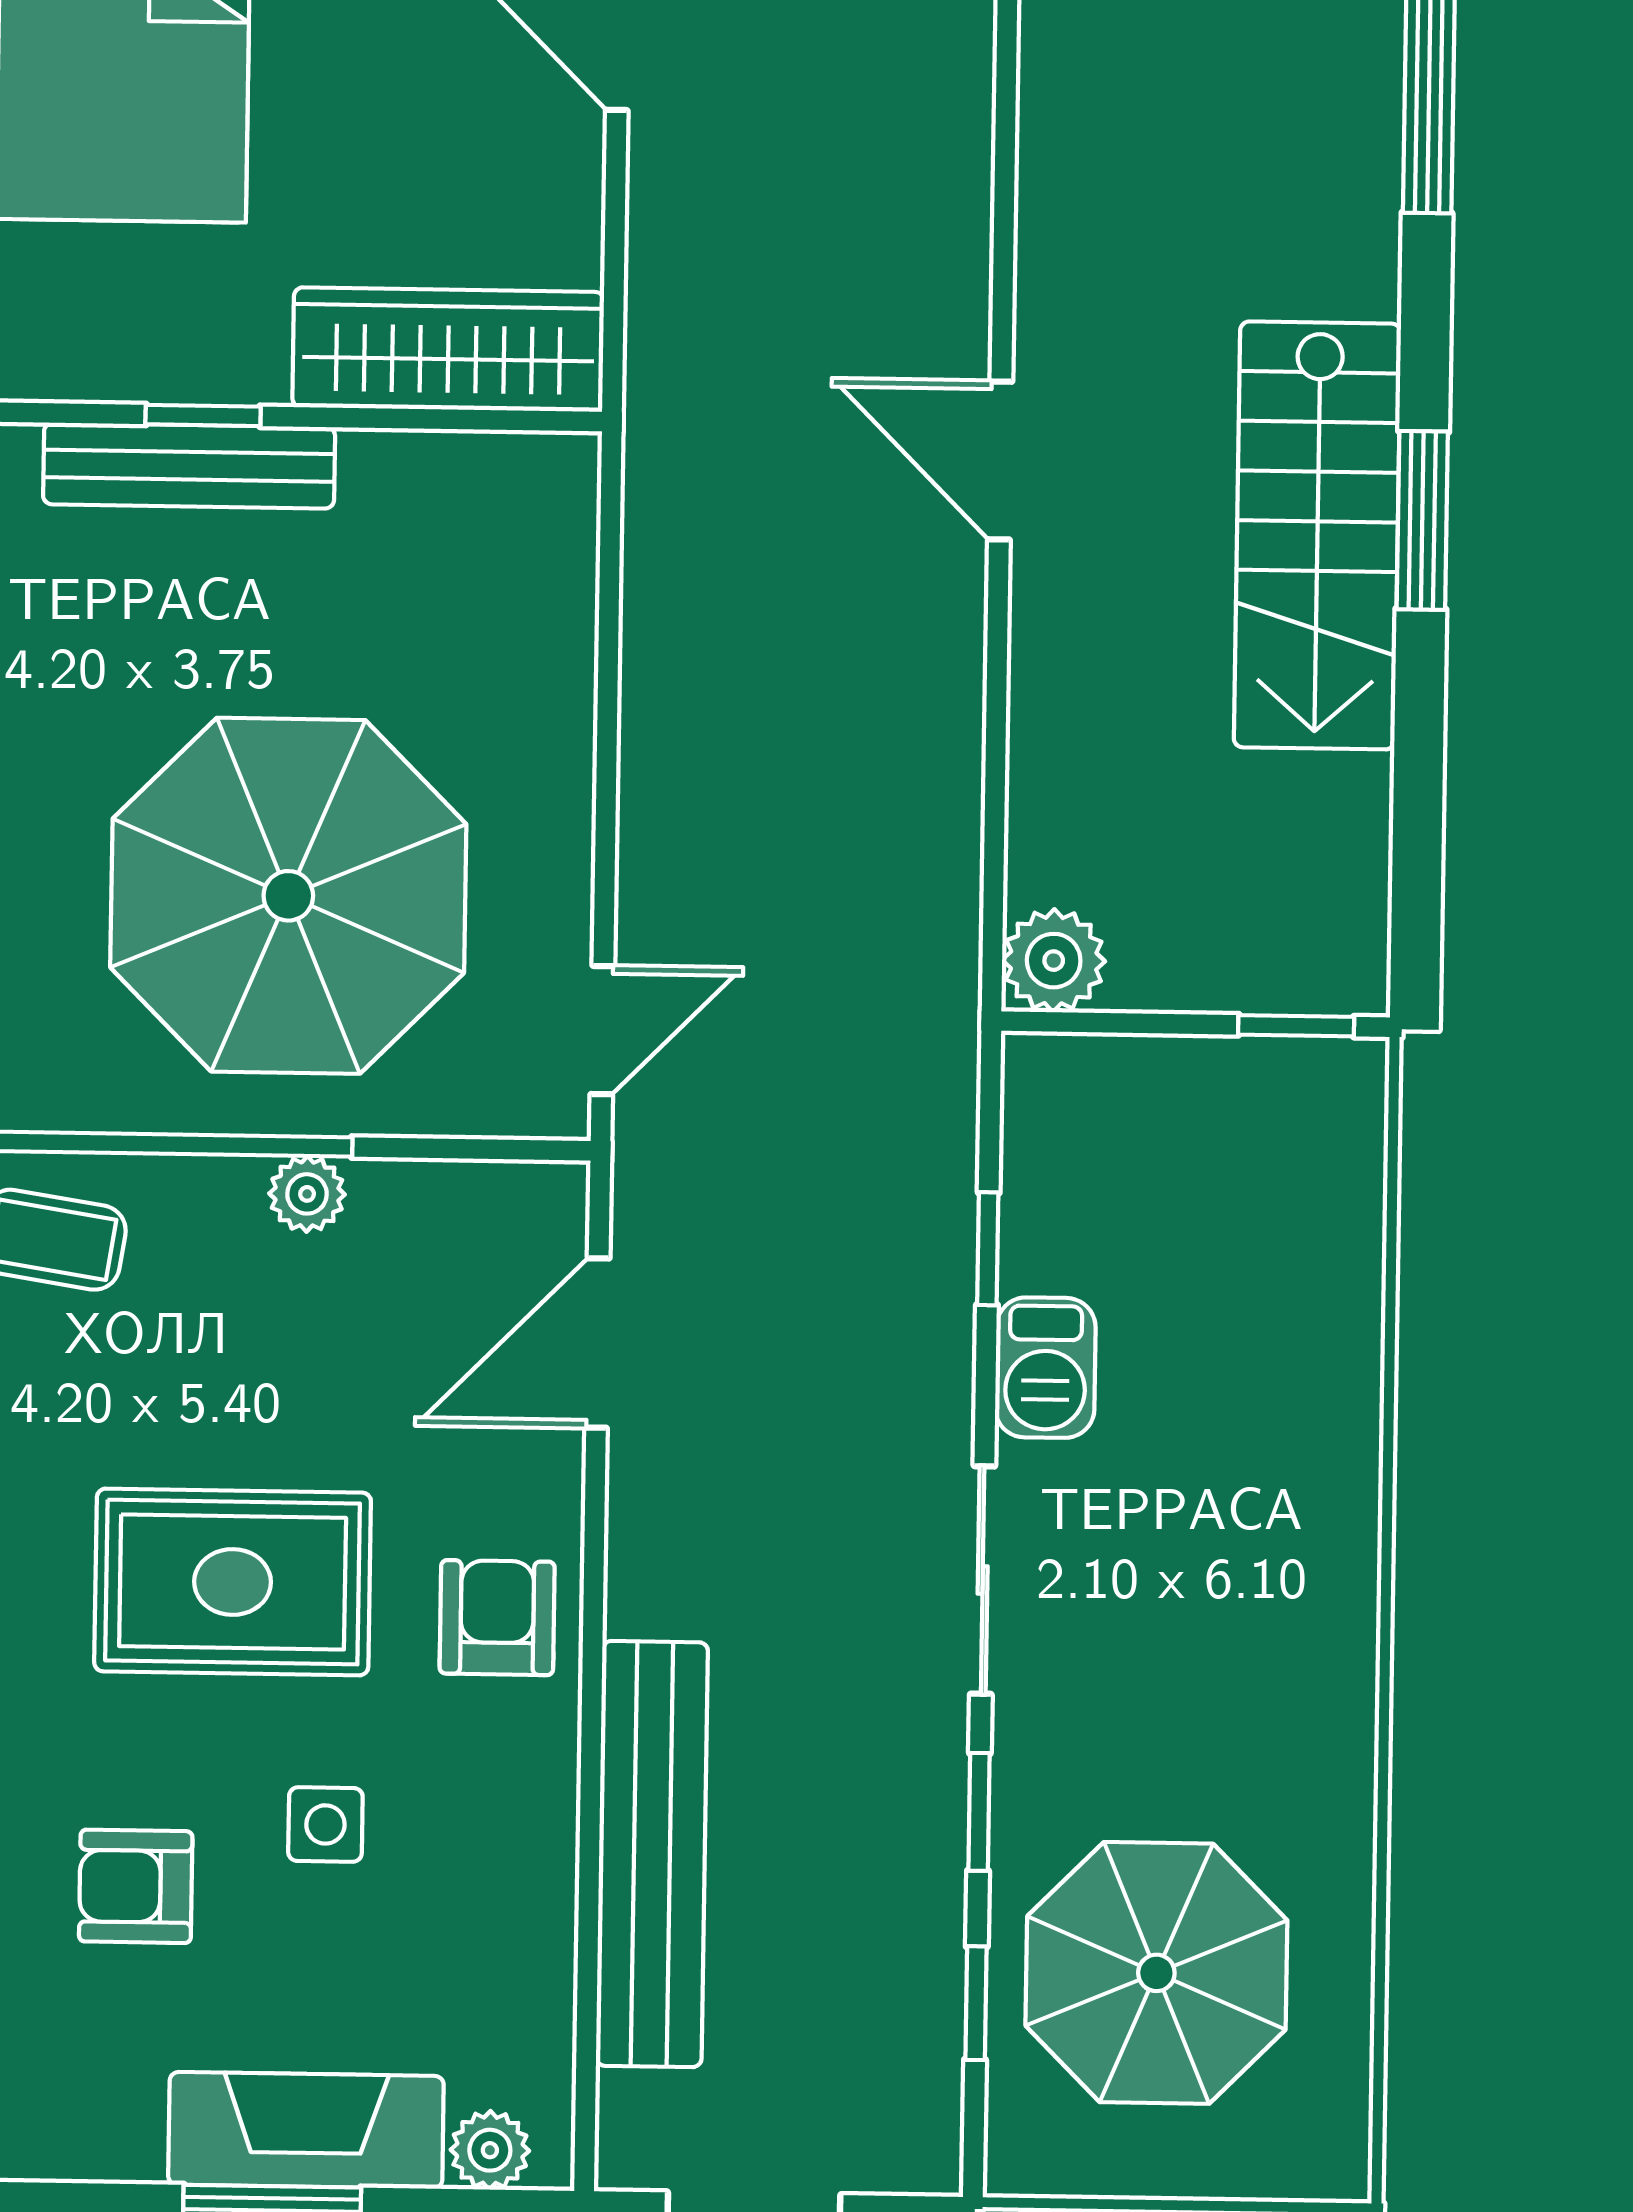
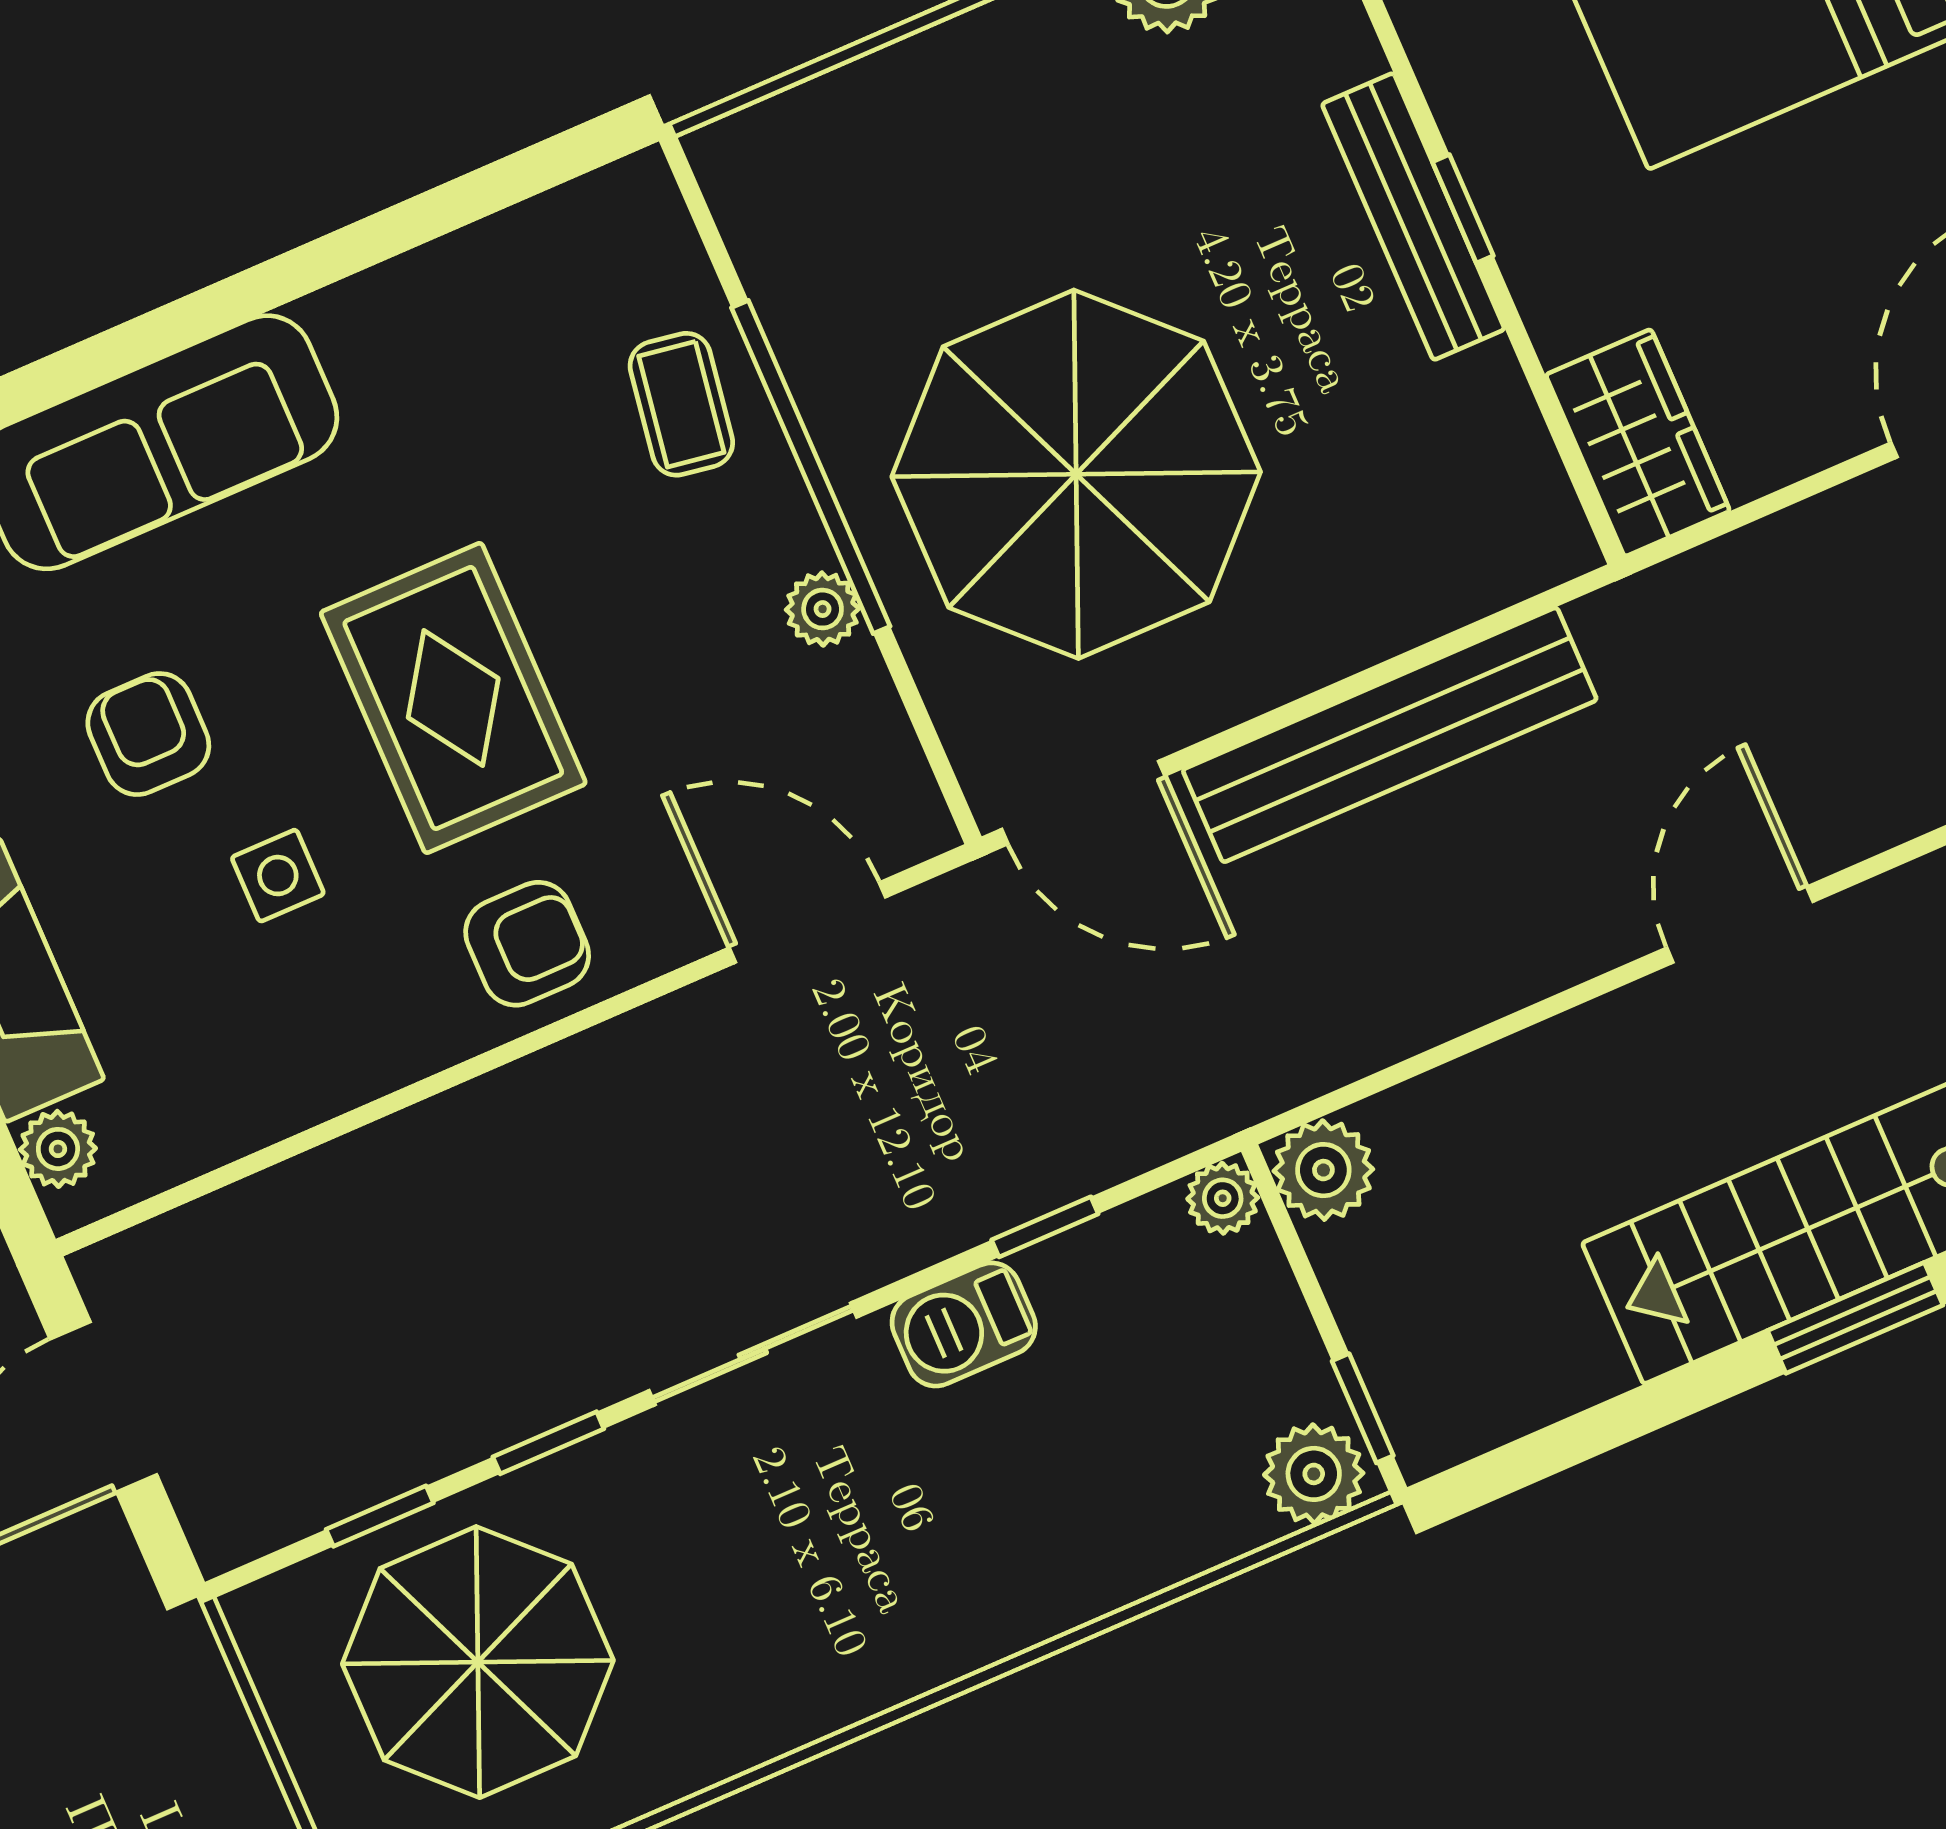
wardrobe: (448, 350) -> (1638, 443), width x0.67
door: (602, 1030) -> (1083, 802), width x1.38
plant: (1037, 1068) -> (1223, 1198), added
plant: (1337, 1100) -> (1314, 1474), added
bench: (652, 1854) -> (1390, 735), moved

